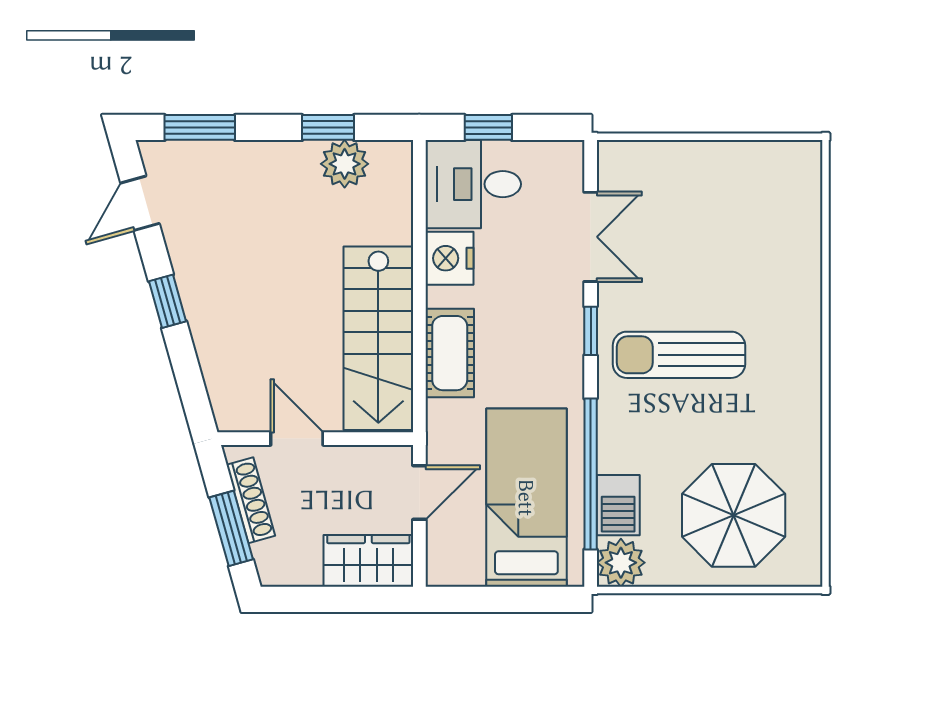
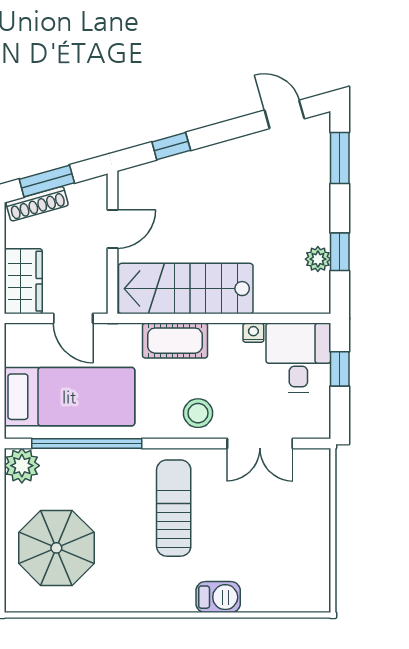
plant: (345, 164) -> (318, 259), width x0.73, depth x0.73
nightstand: (449, 258) -> (253, 333), width x0.53, depth x0.56
window: (167, 301) -> (171, 146), moved
stool: (549, 322) -> (198, 413), added
window: (591, 331) -> (191, 443), removed
shoe rack: (251, 500) -> (37, 204), moved
barbecue: (618, 505) -> (218, 597), moved, turned 180

